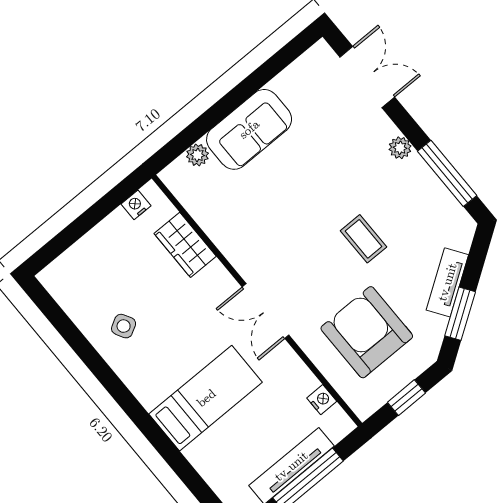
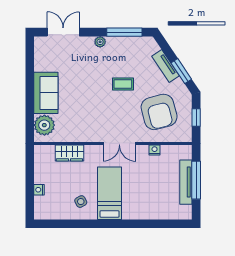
plant: (197, 155) -> (44, 125), width x1.88, depth x1.88
nightstand: (136, 205) -> (39, 190), moved
armchair: (367, 332) -> (159, 112), turned -105
bed: (206, 398) -> (110, 193), moved
nightstand: (322, 400) -> (155, 150), moved

